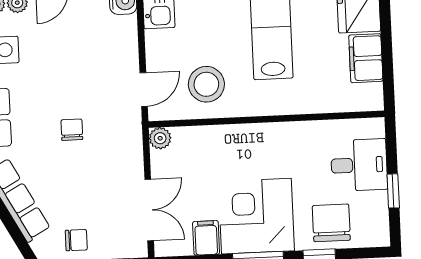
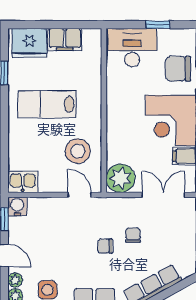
plant: (160, 138) -> (121, 178), width x1.88, depth x1.88
desk: (359, 165) -> (132, 48), width x1.37
chair: (76, 240) -> (133, 235), moved

